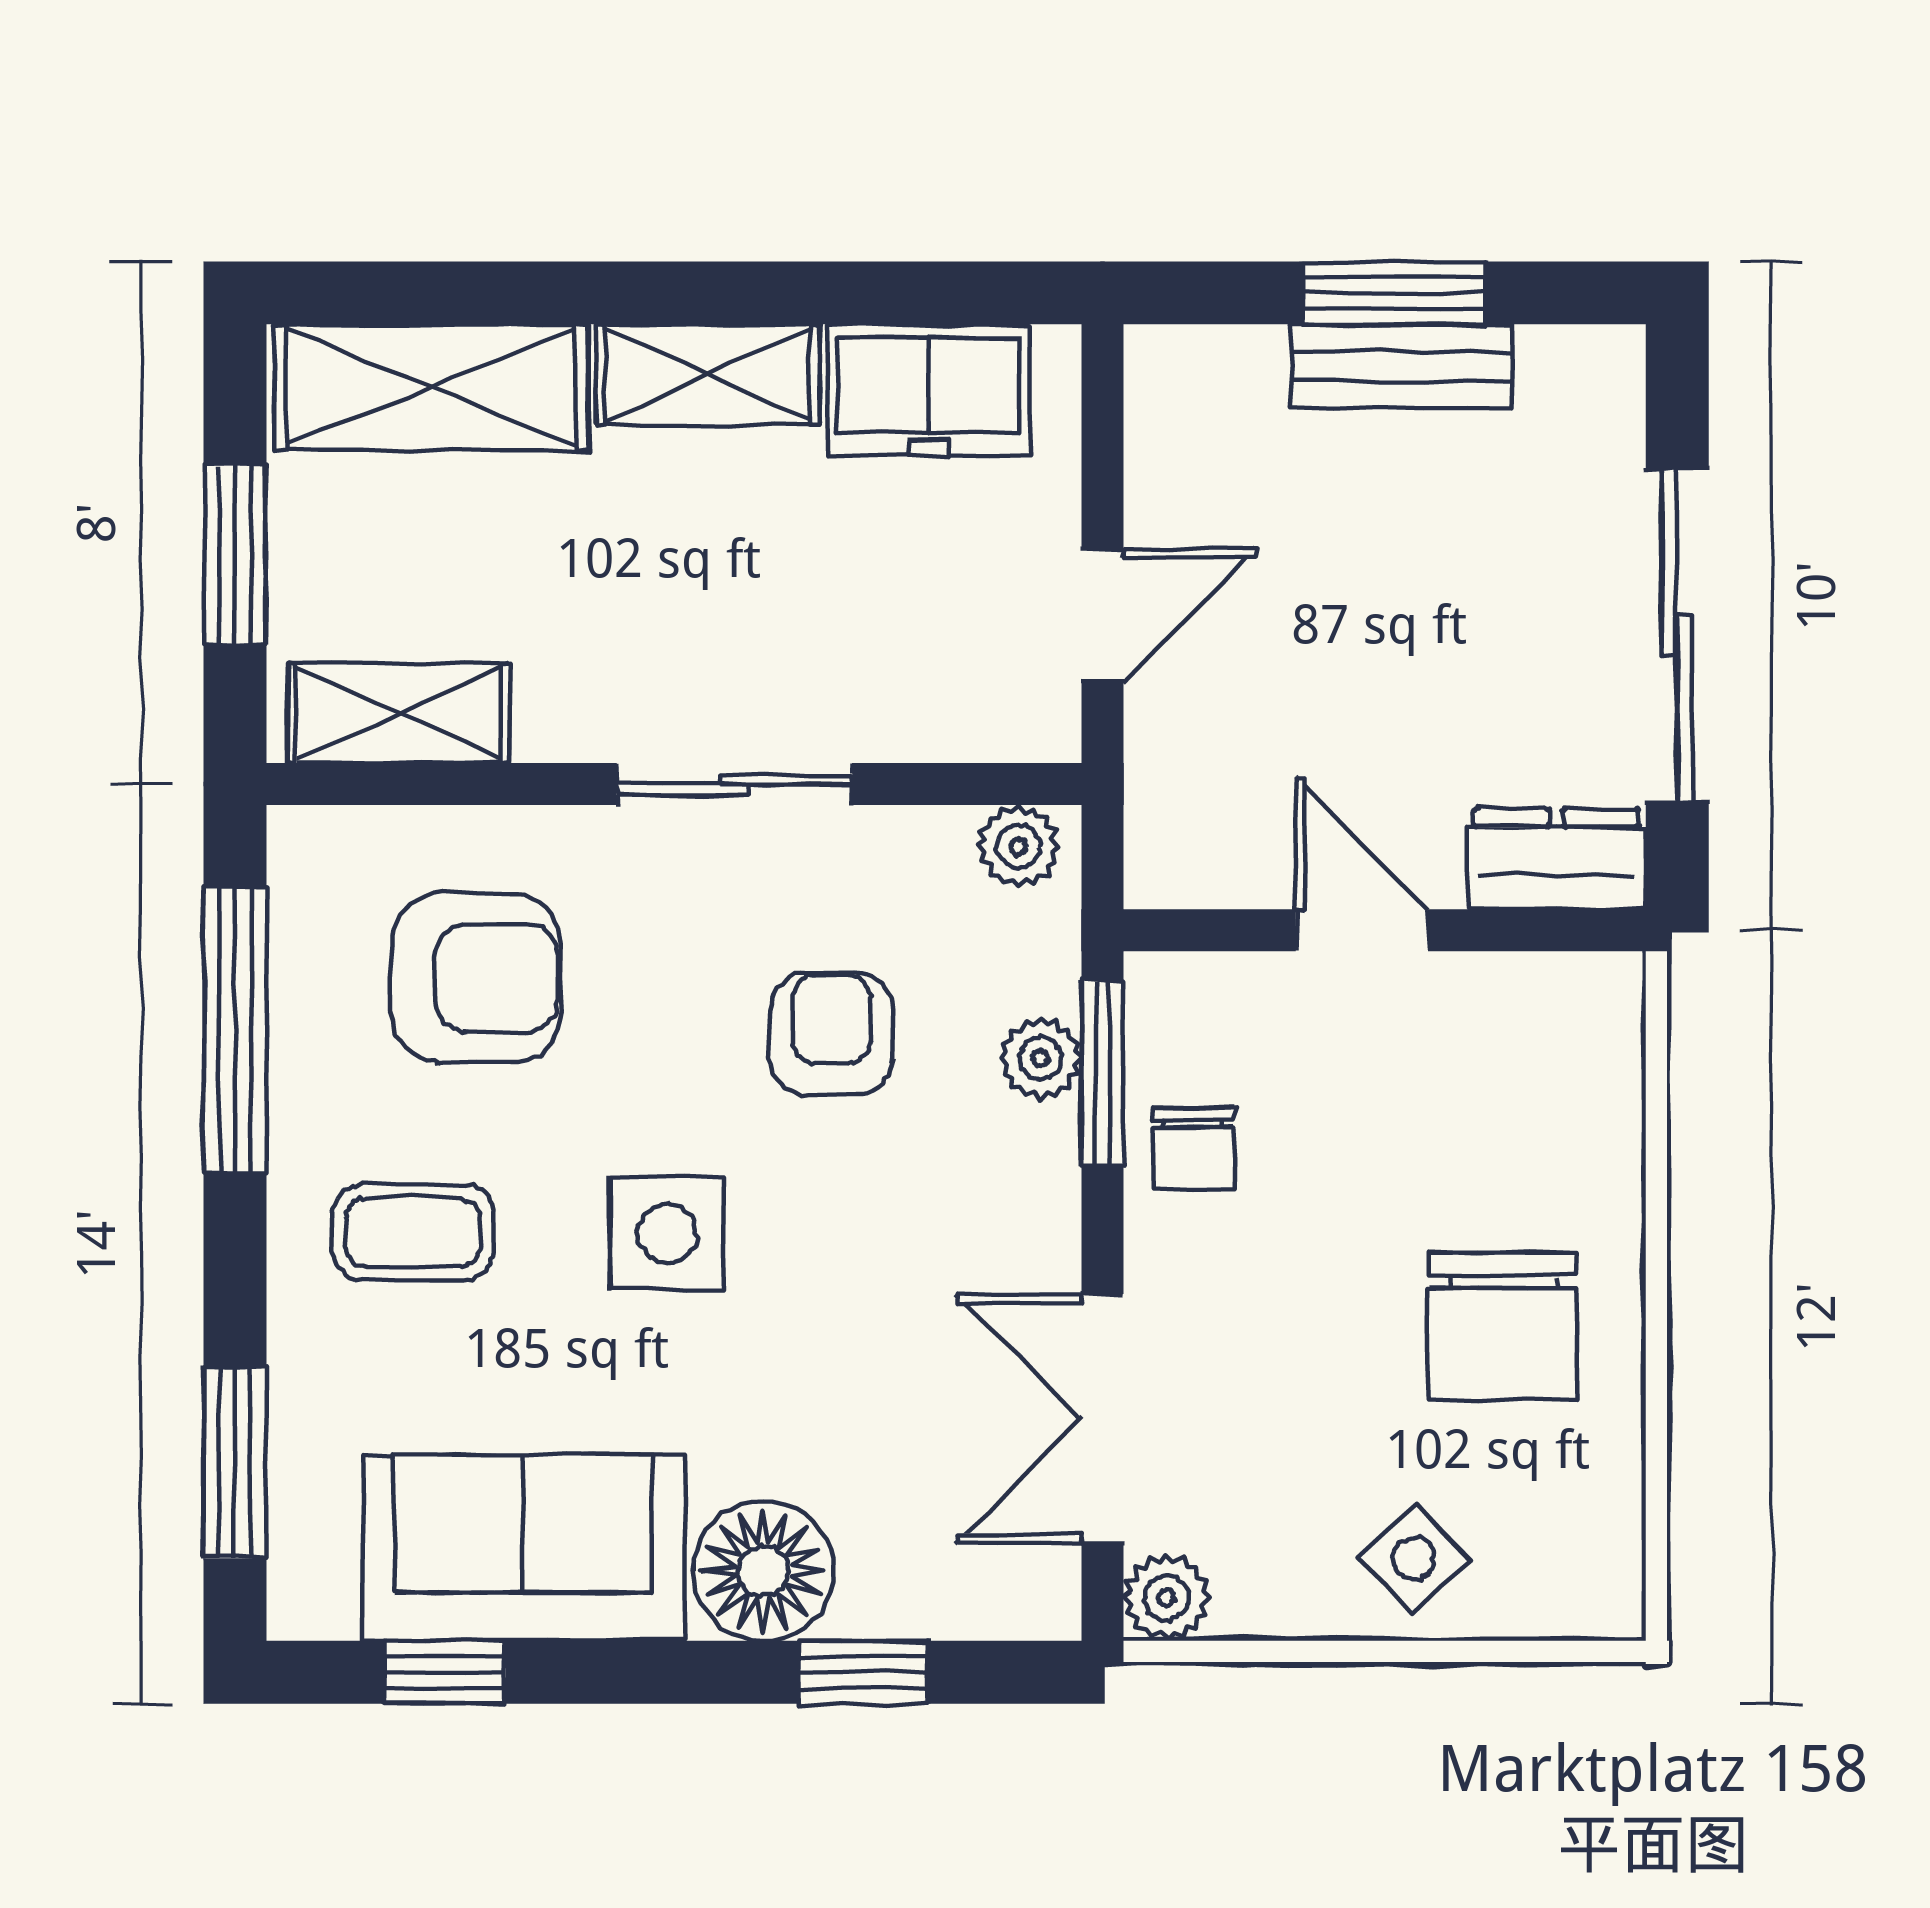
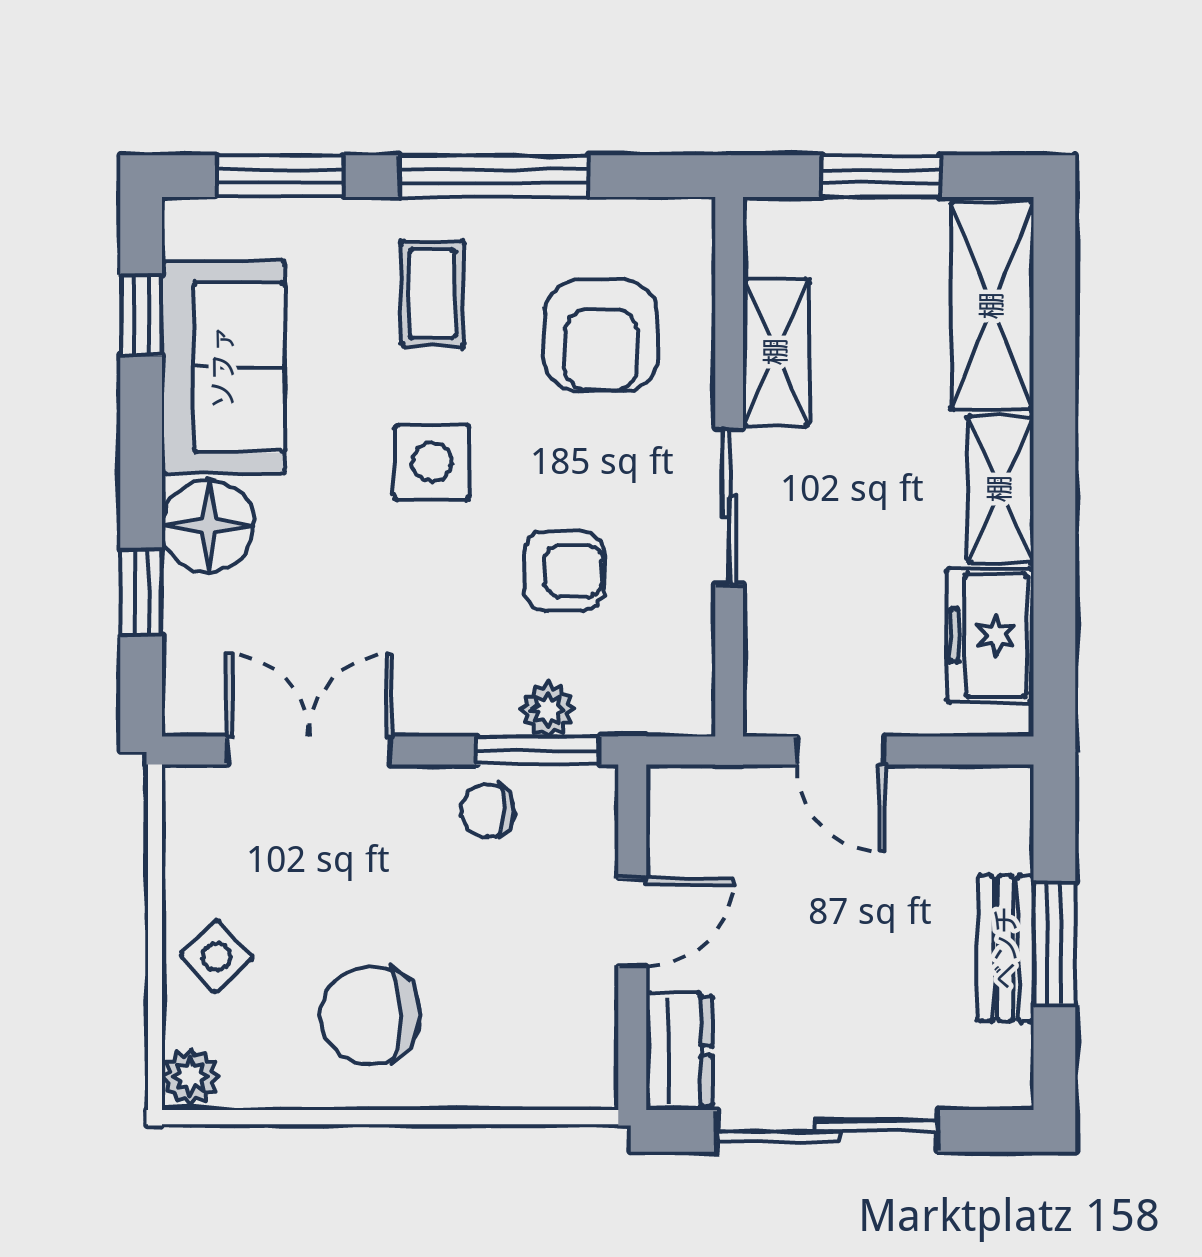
shelving: (398, 713) -> (776, 352), moved
plant: (1019, 846) -> (688, 695), removed
window: (235, 1030) -> (494, 176), moved
plant: (1166, 1598) -> (190, 1077), moved

